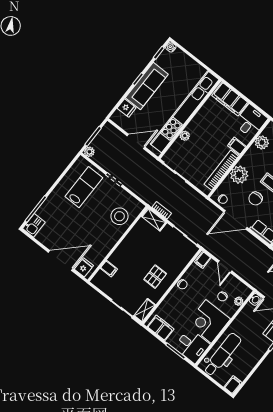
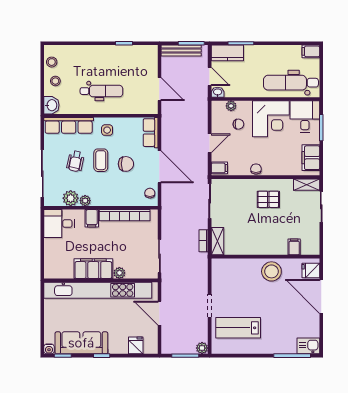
sofa: (147, 86) -> (81, 343), moved
filing cabinet: (230, 99) -> (93, 269), moved, turned -90
plant: (239, 175) -> (85, 201), moved, width x0.53, depth x0.53
stool: (119, 216) -> (271, 271), moved

